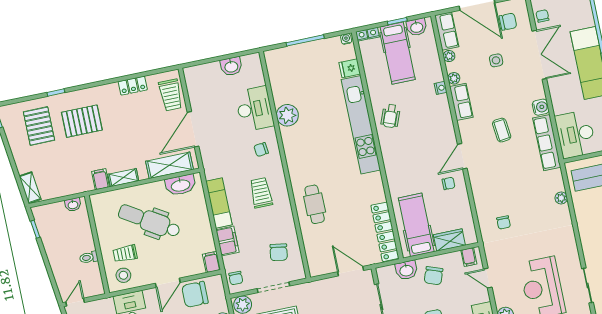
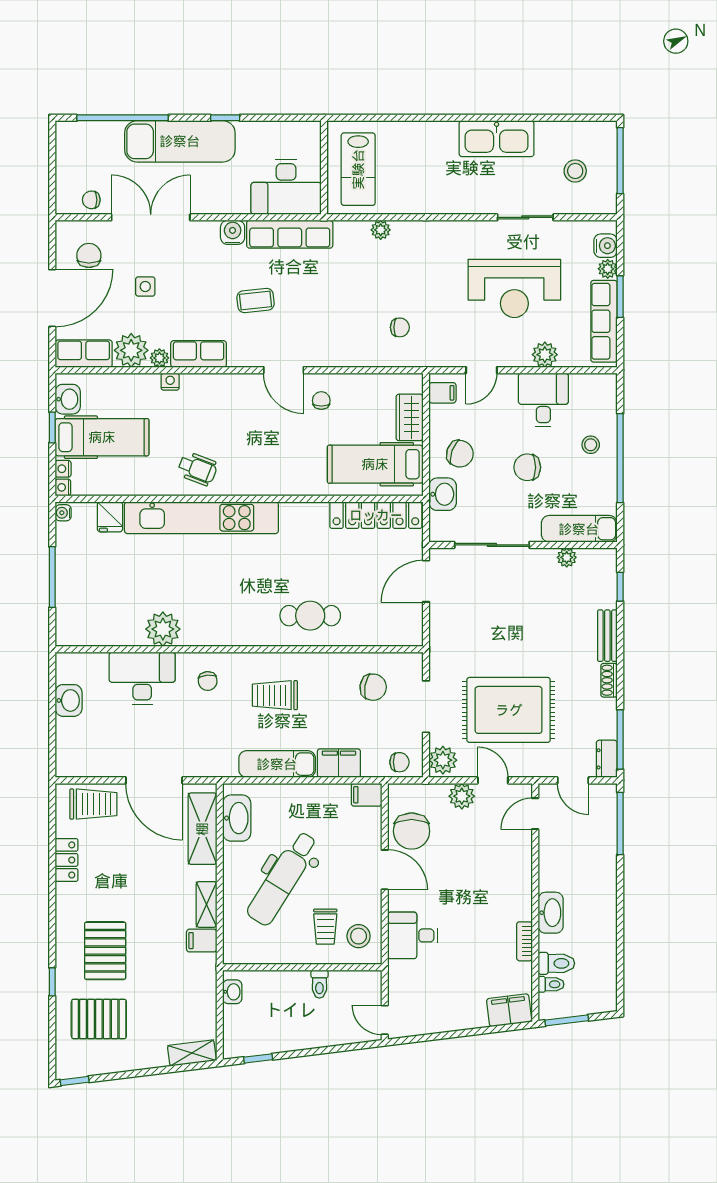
plant: (449, 56) -> (131, 350), width x1.87, depth x1.87

